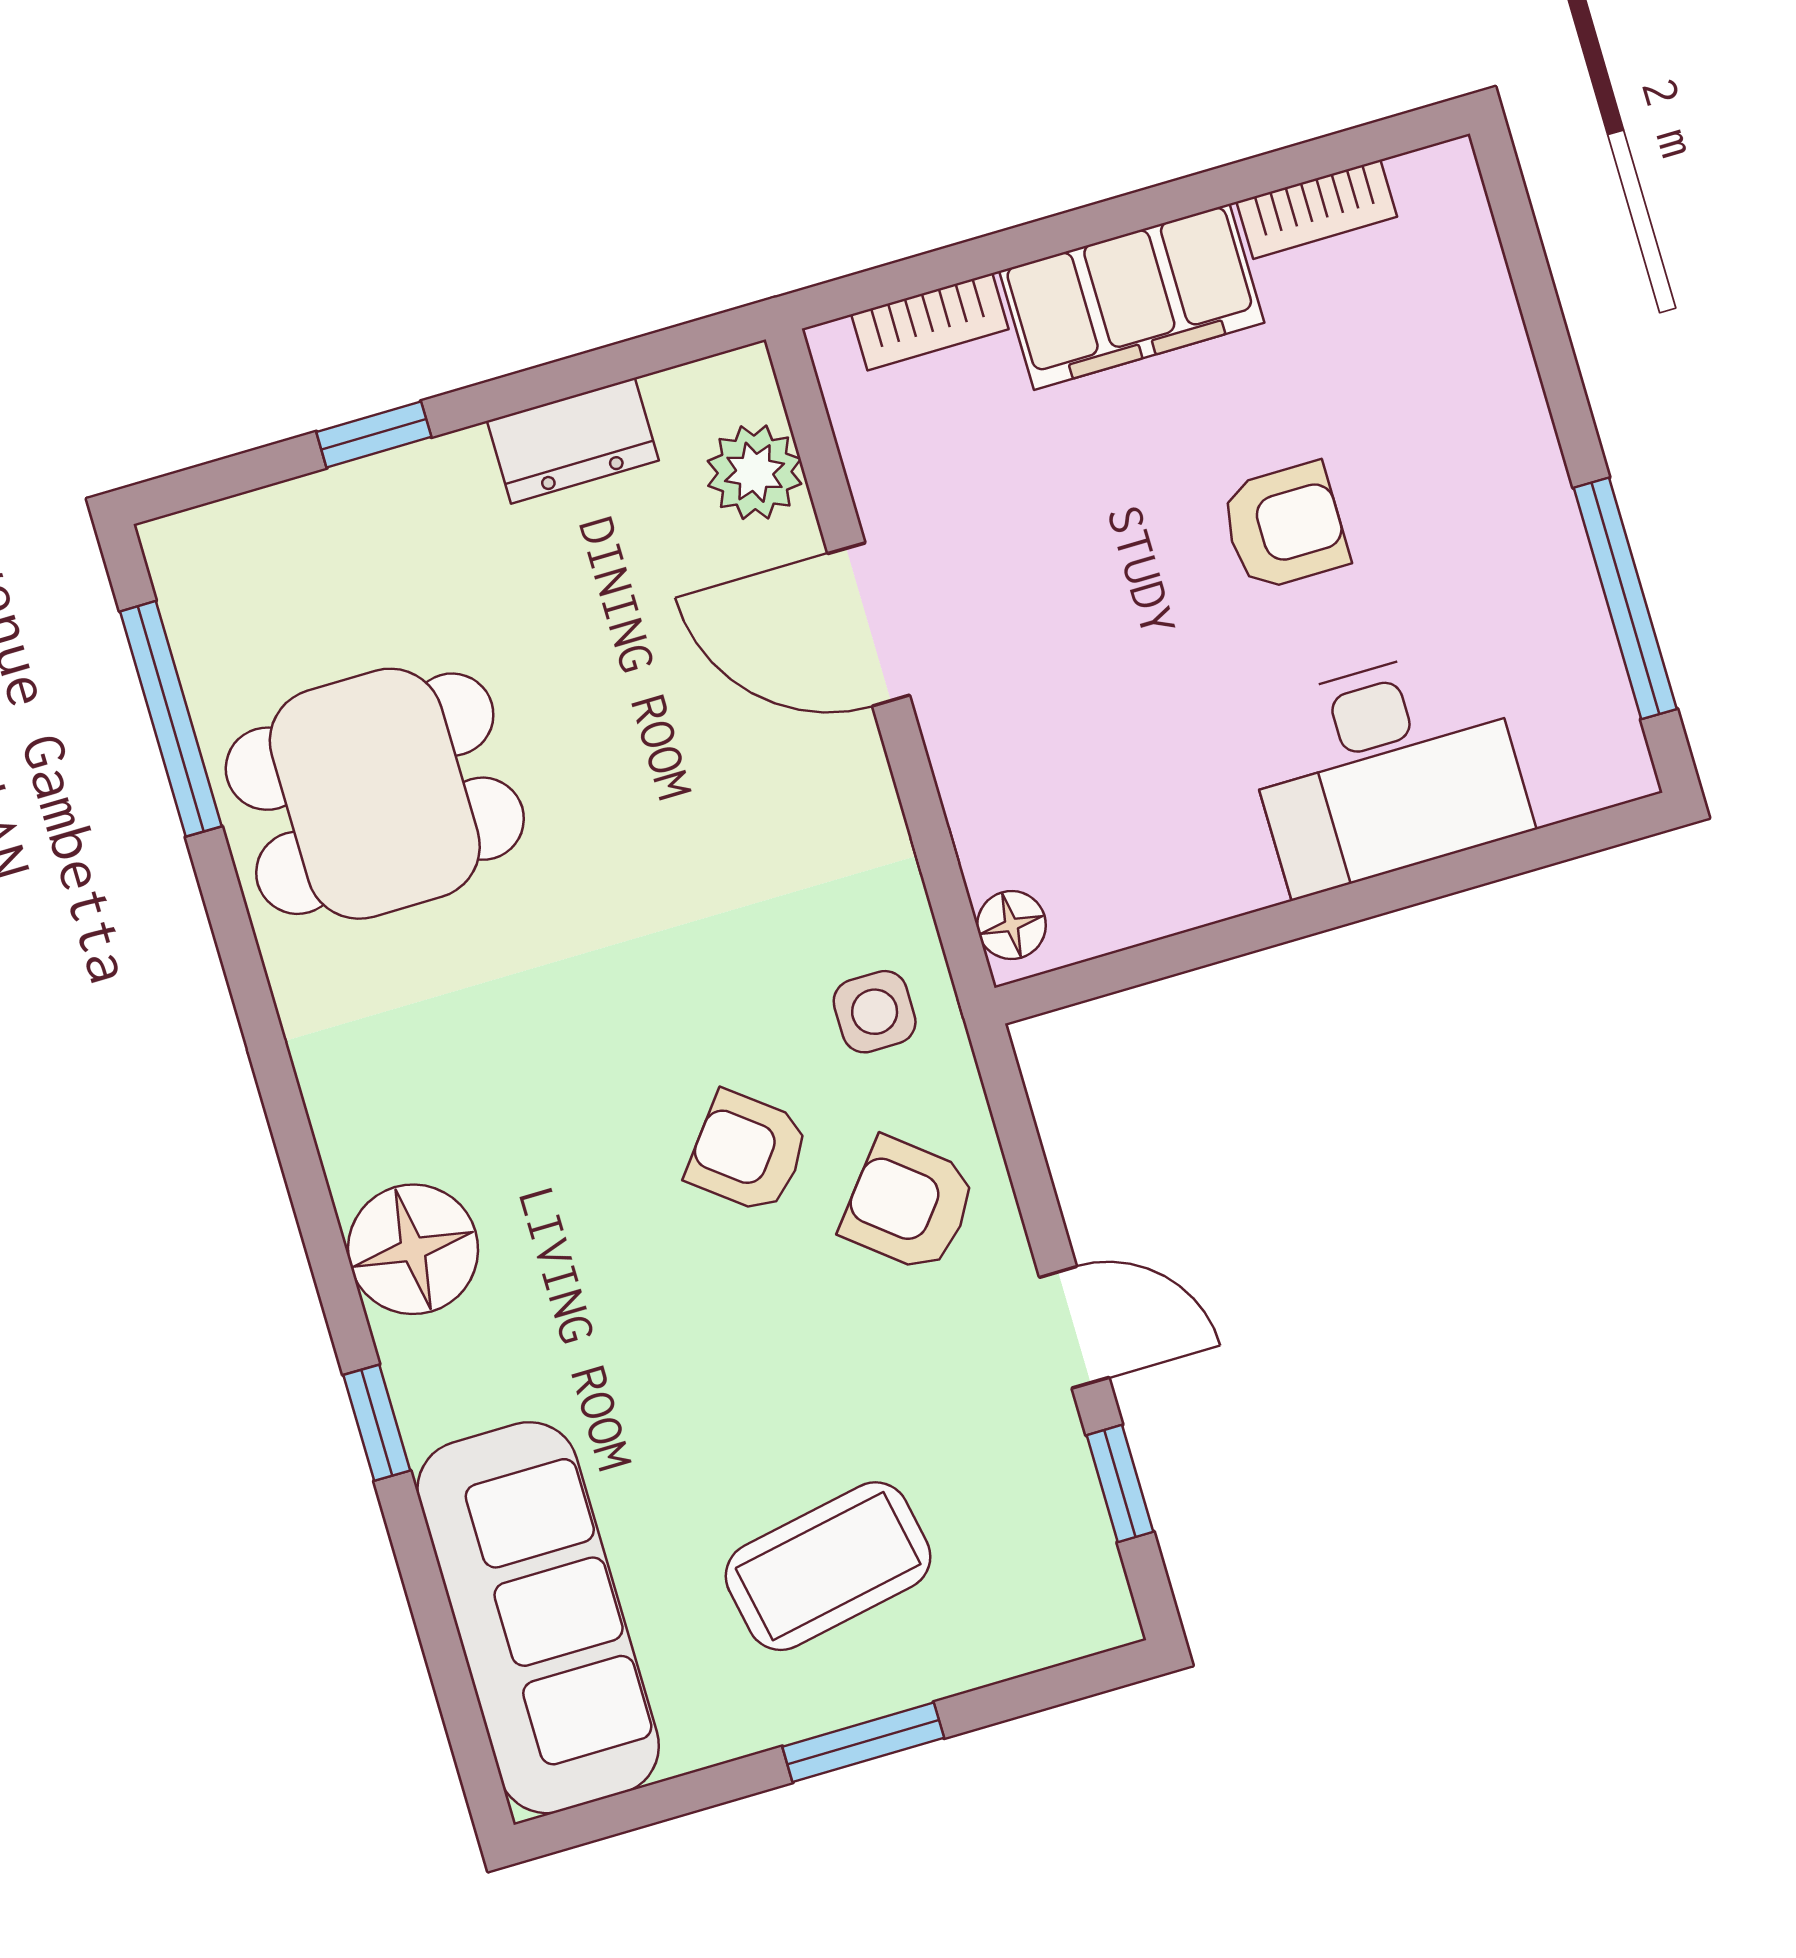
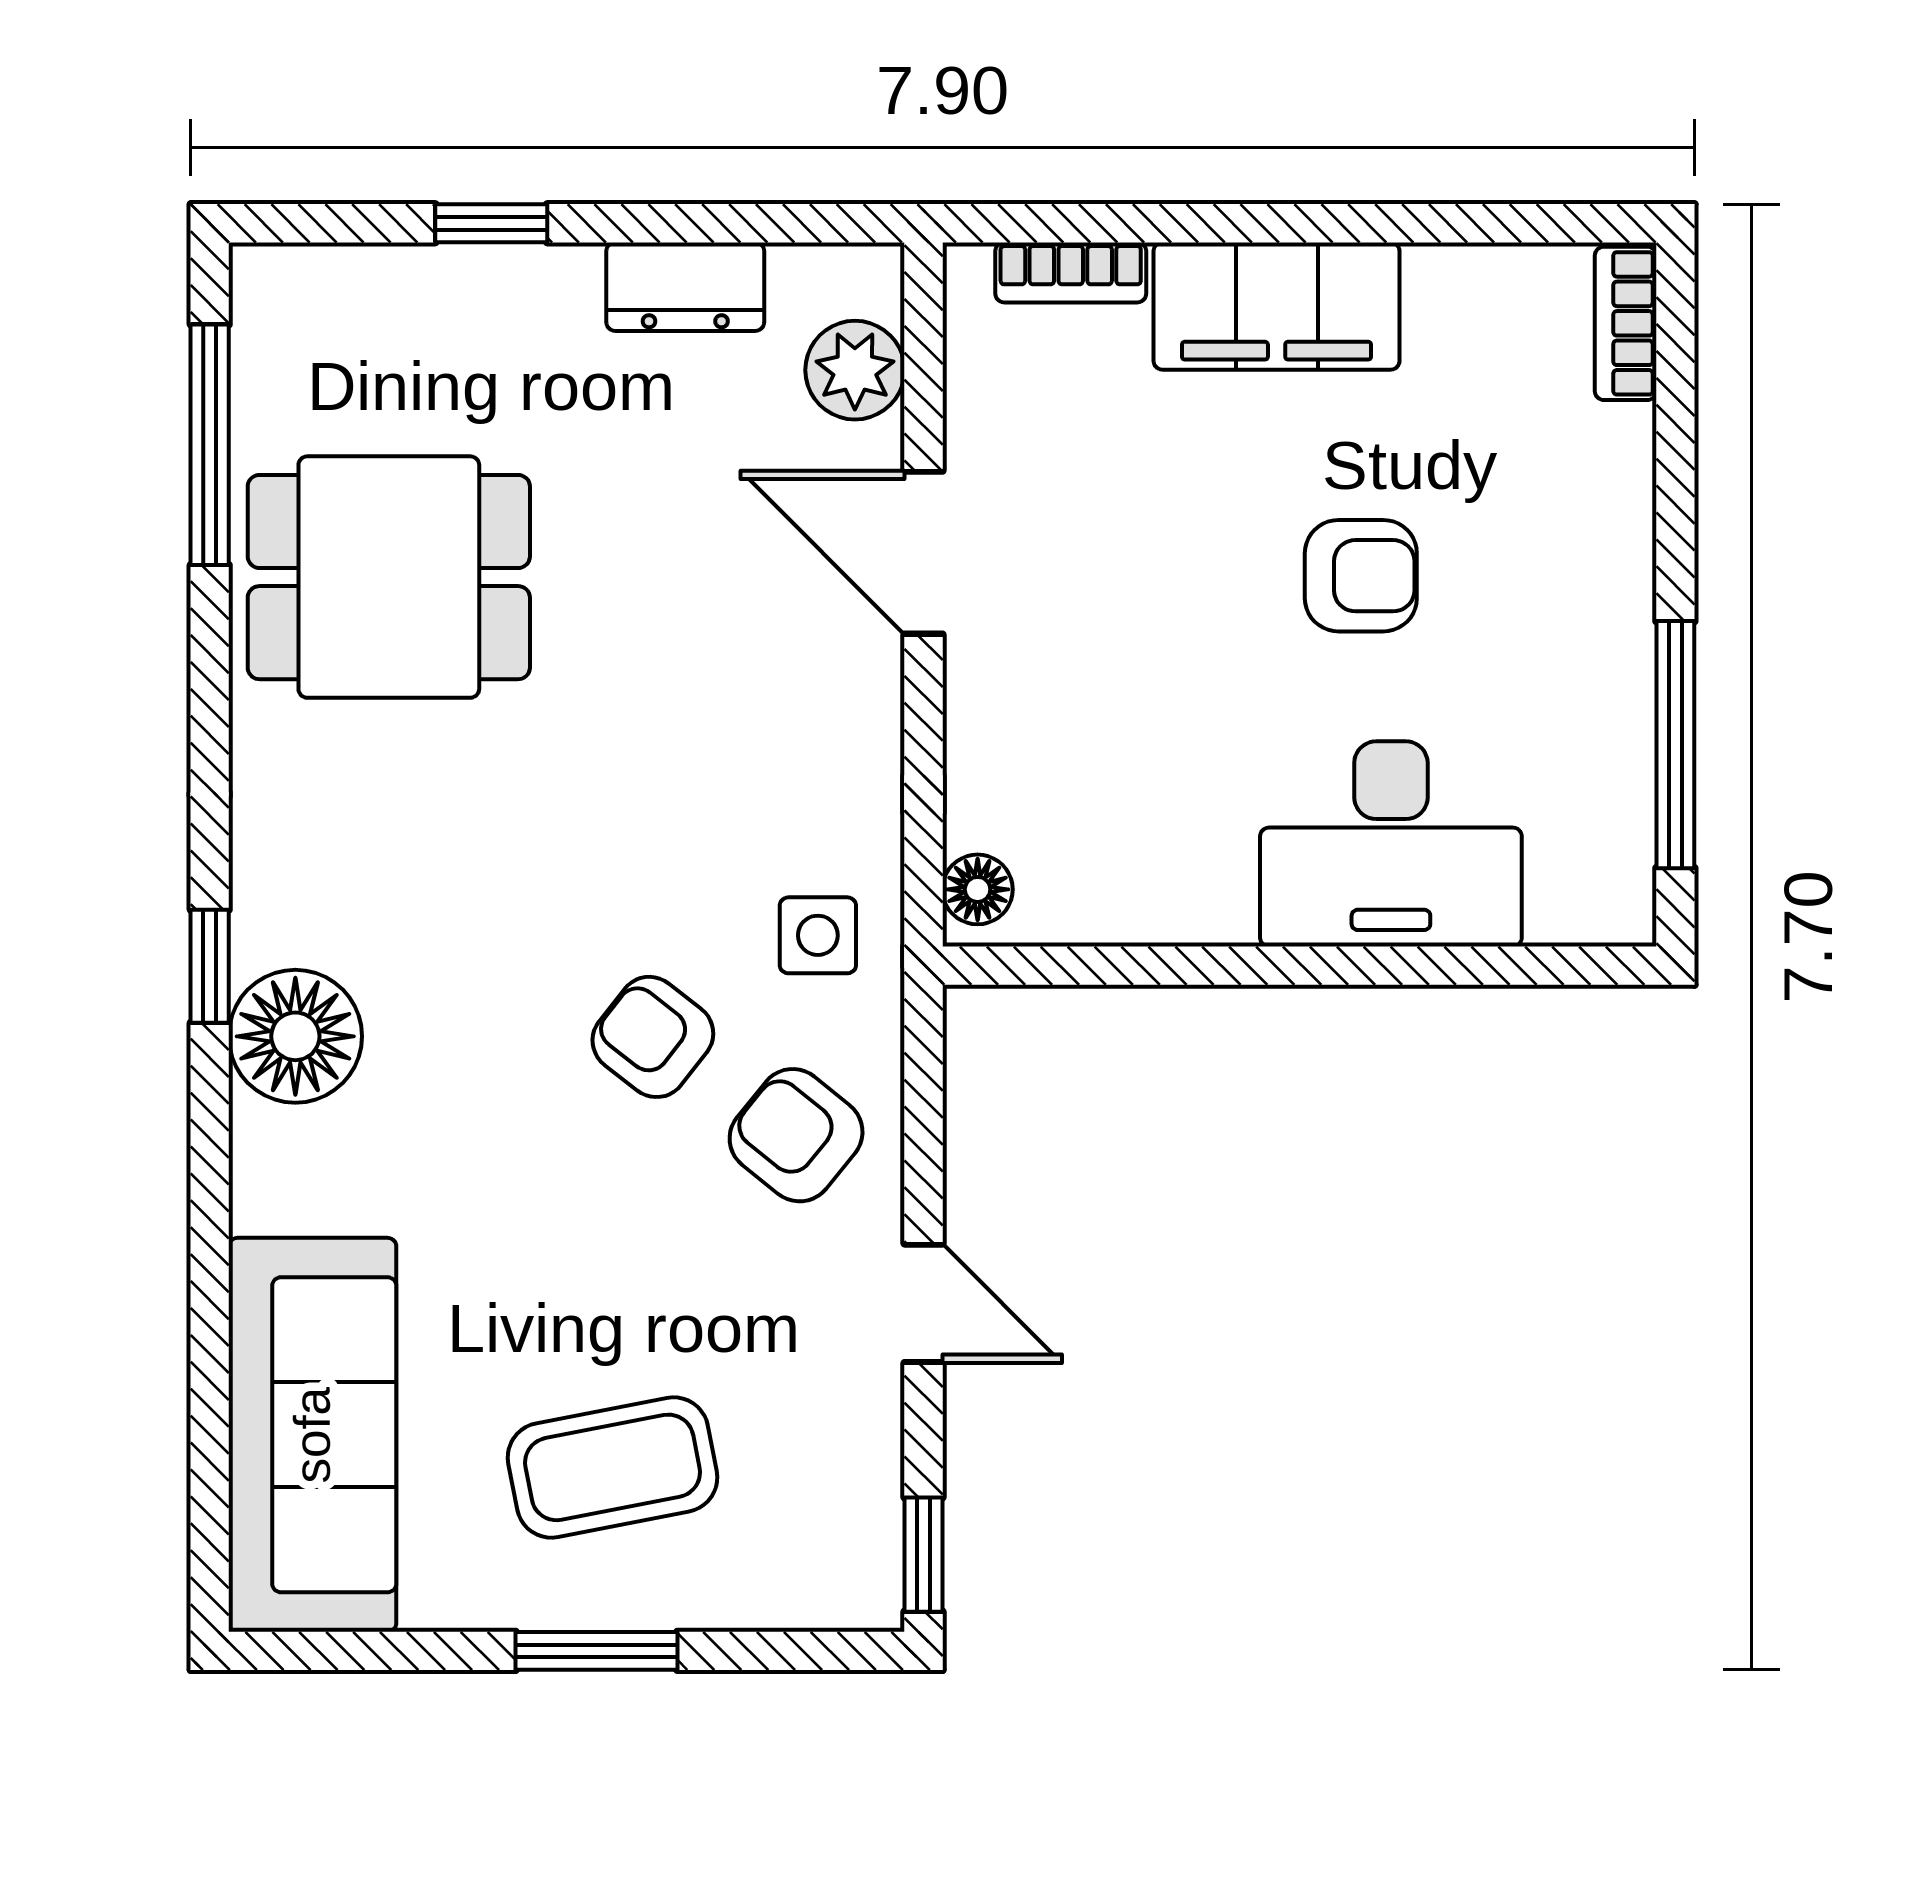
bookcase: (1317, 209) -> (1626, 323), moved, turned 90
window: (377, 1423) -> (210, 966), moved
window: (1120, 1484) -> (923, 1555), moved

